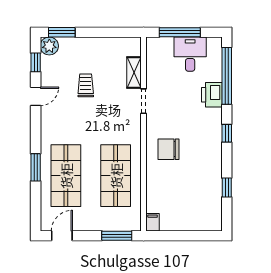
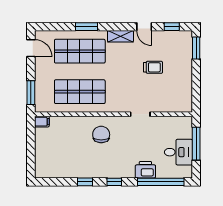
plant: (49, 46) -> (185, 38), removed
shelving: (134, 73) -> (120, 36), moved
window: (227, 188) -> (85, 182), moved

